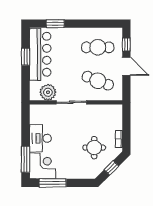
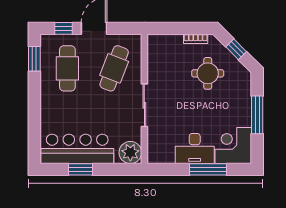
window: (55, 24) -> (34, 59), moved
plant: (48, 92) -> (130, 153), moved
window: (26, 159) -> (208, 169), moved
window: (53, 183) -> (257, 115), moved

